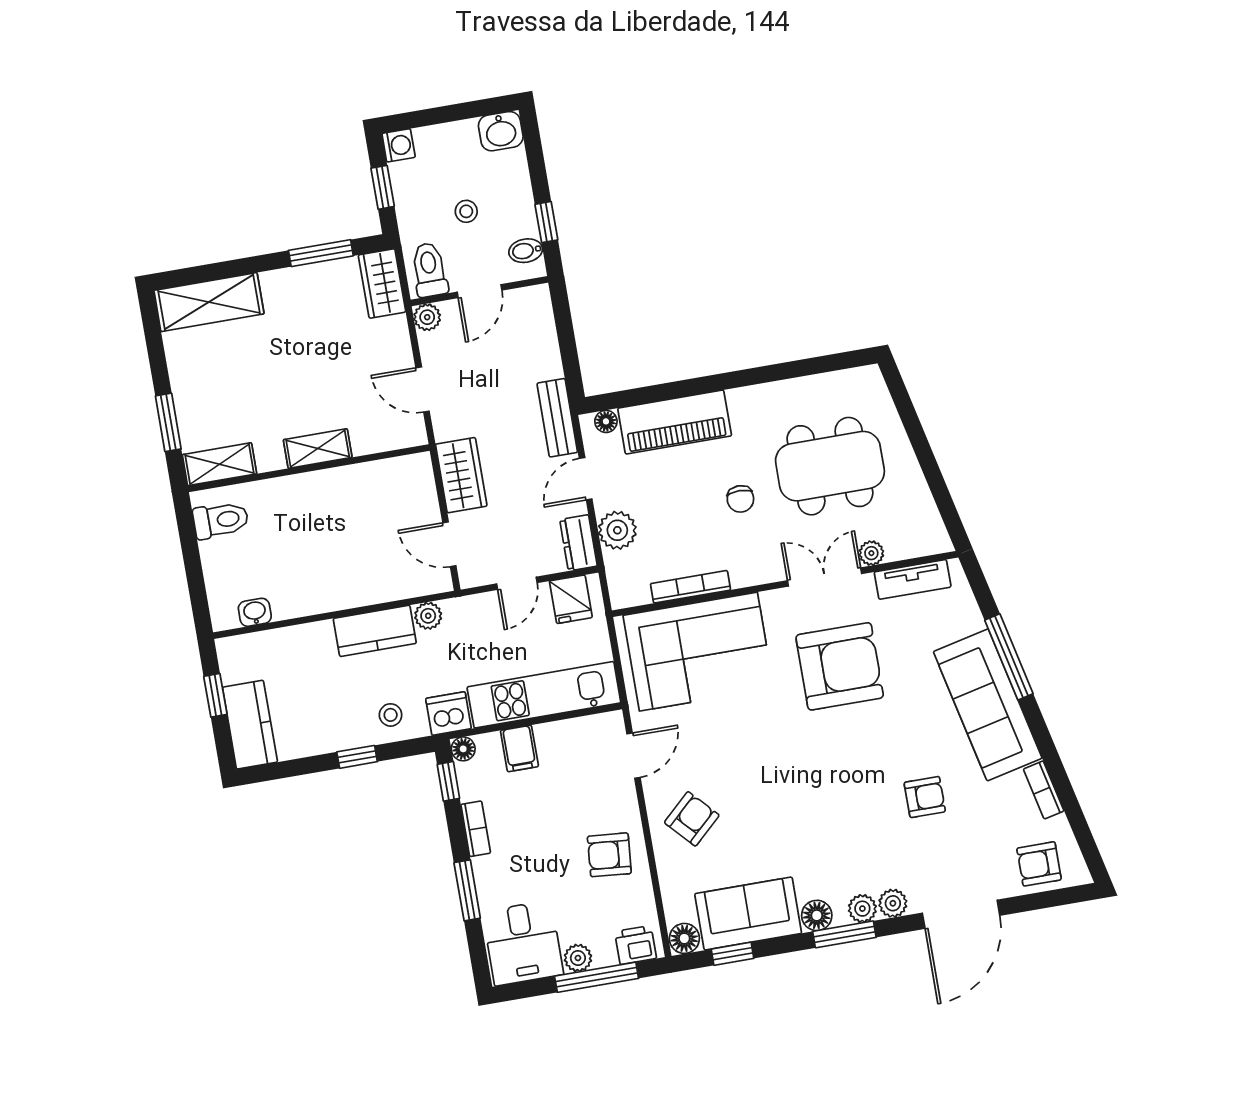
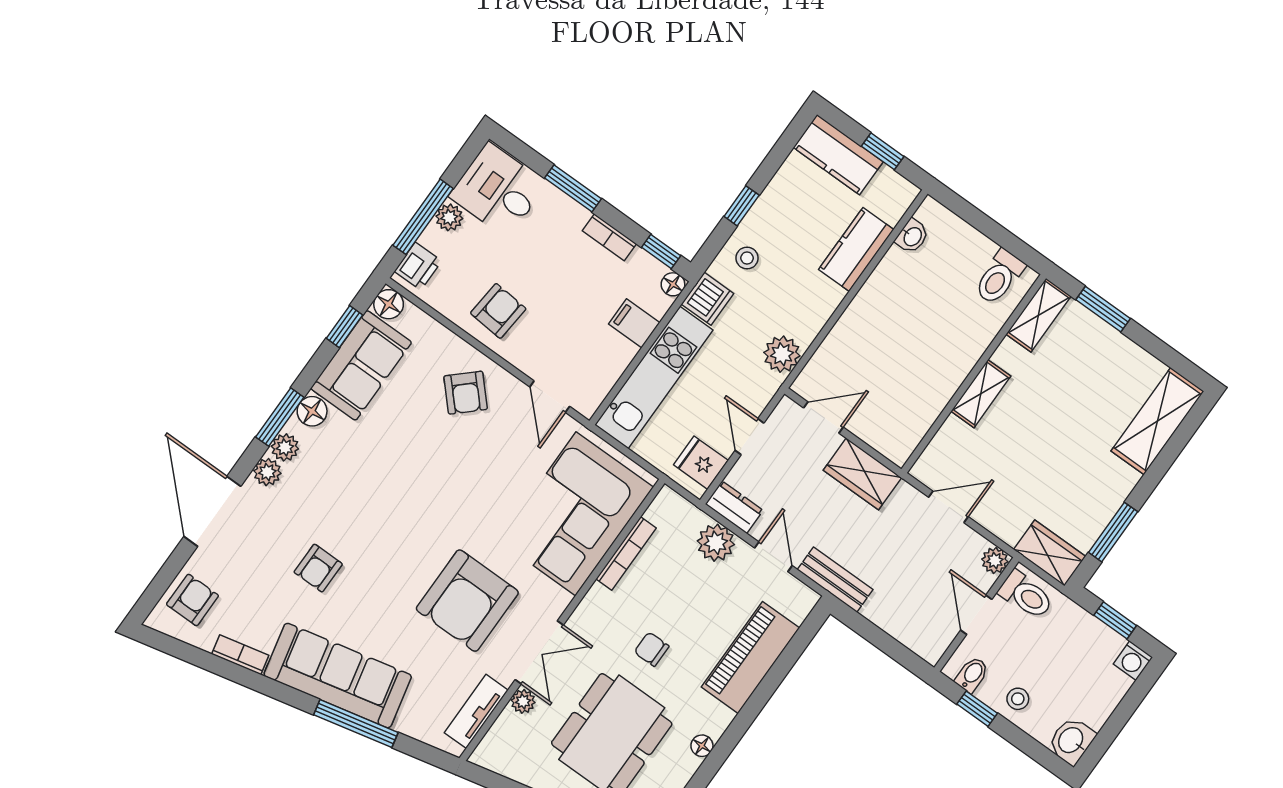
stool: (466, 211) -> (1018, 699), moved
floor lamp: (606, 421) -> (702, 746), moved
plant: (428, 616) -> (782, 354), width x1.38, depth x1.38
kitchen counter: (375, 631) -> (856, 249), moved

